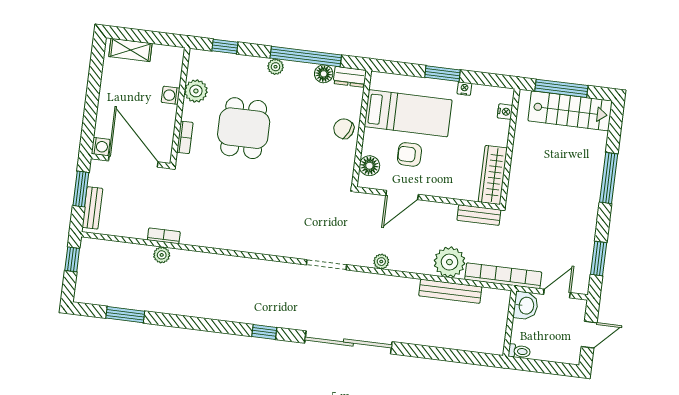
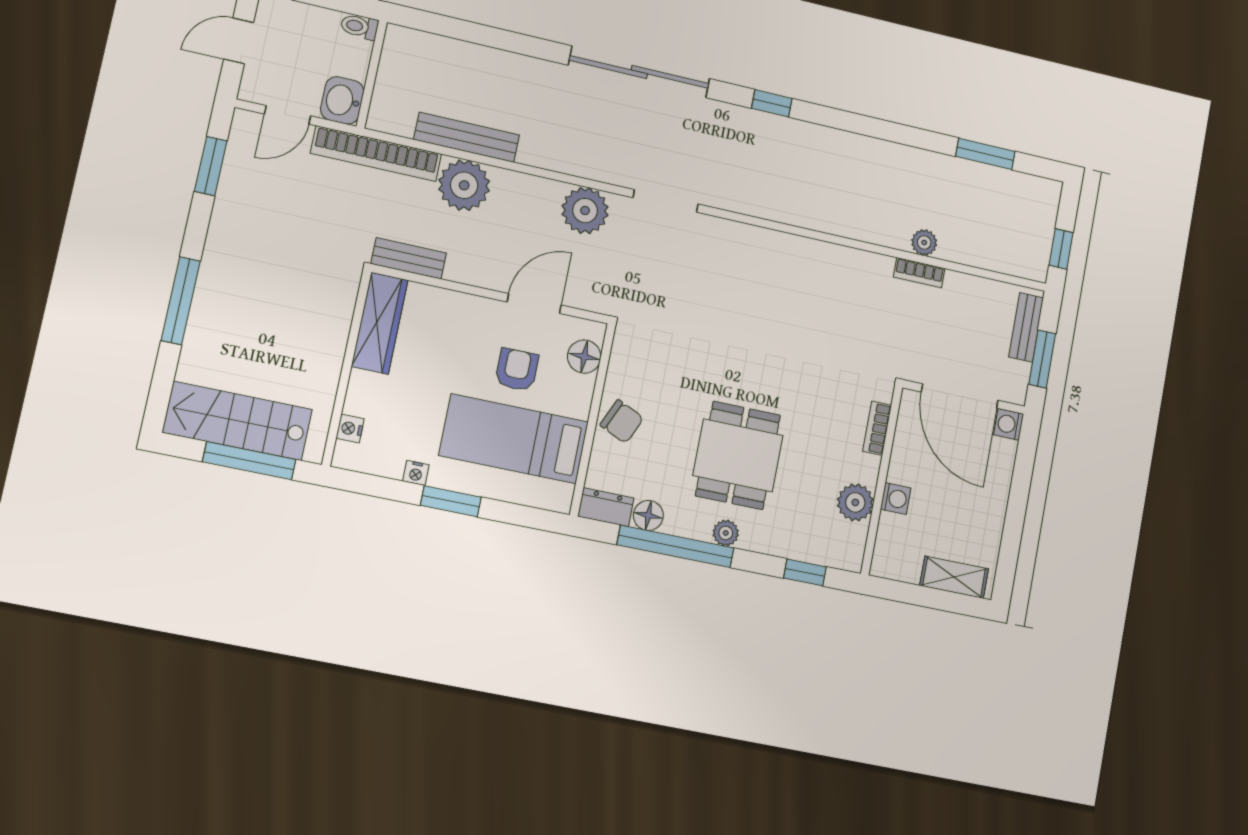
dining table: (244, 128) -> (738, 455), moved
armchair: (409, 154) -> (517, 370), turned -90
plant: (381, 262) -> (585, 211), width x1.87, depth x1.87

